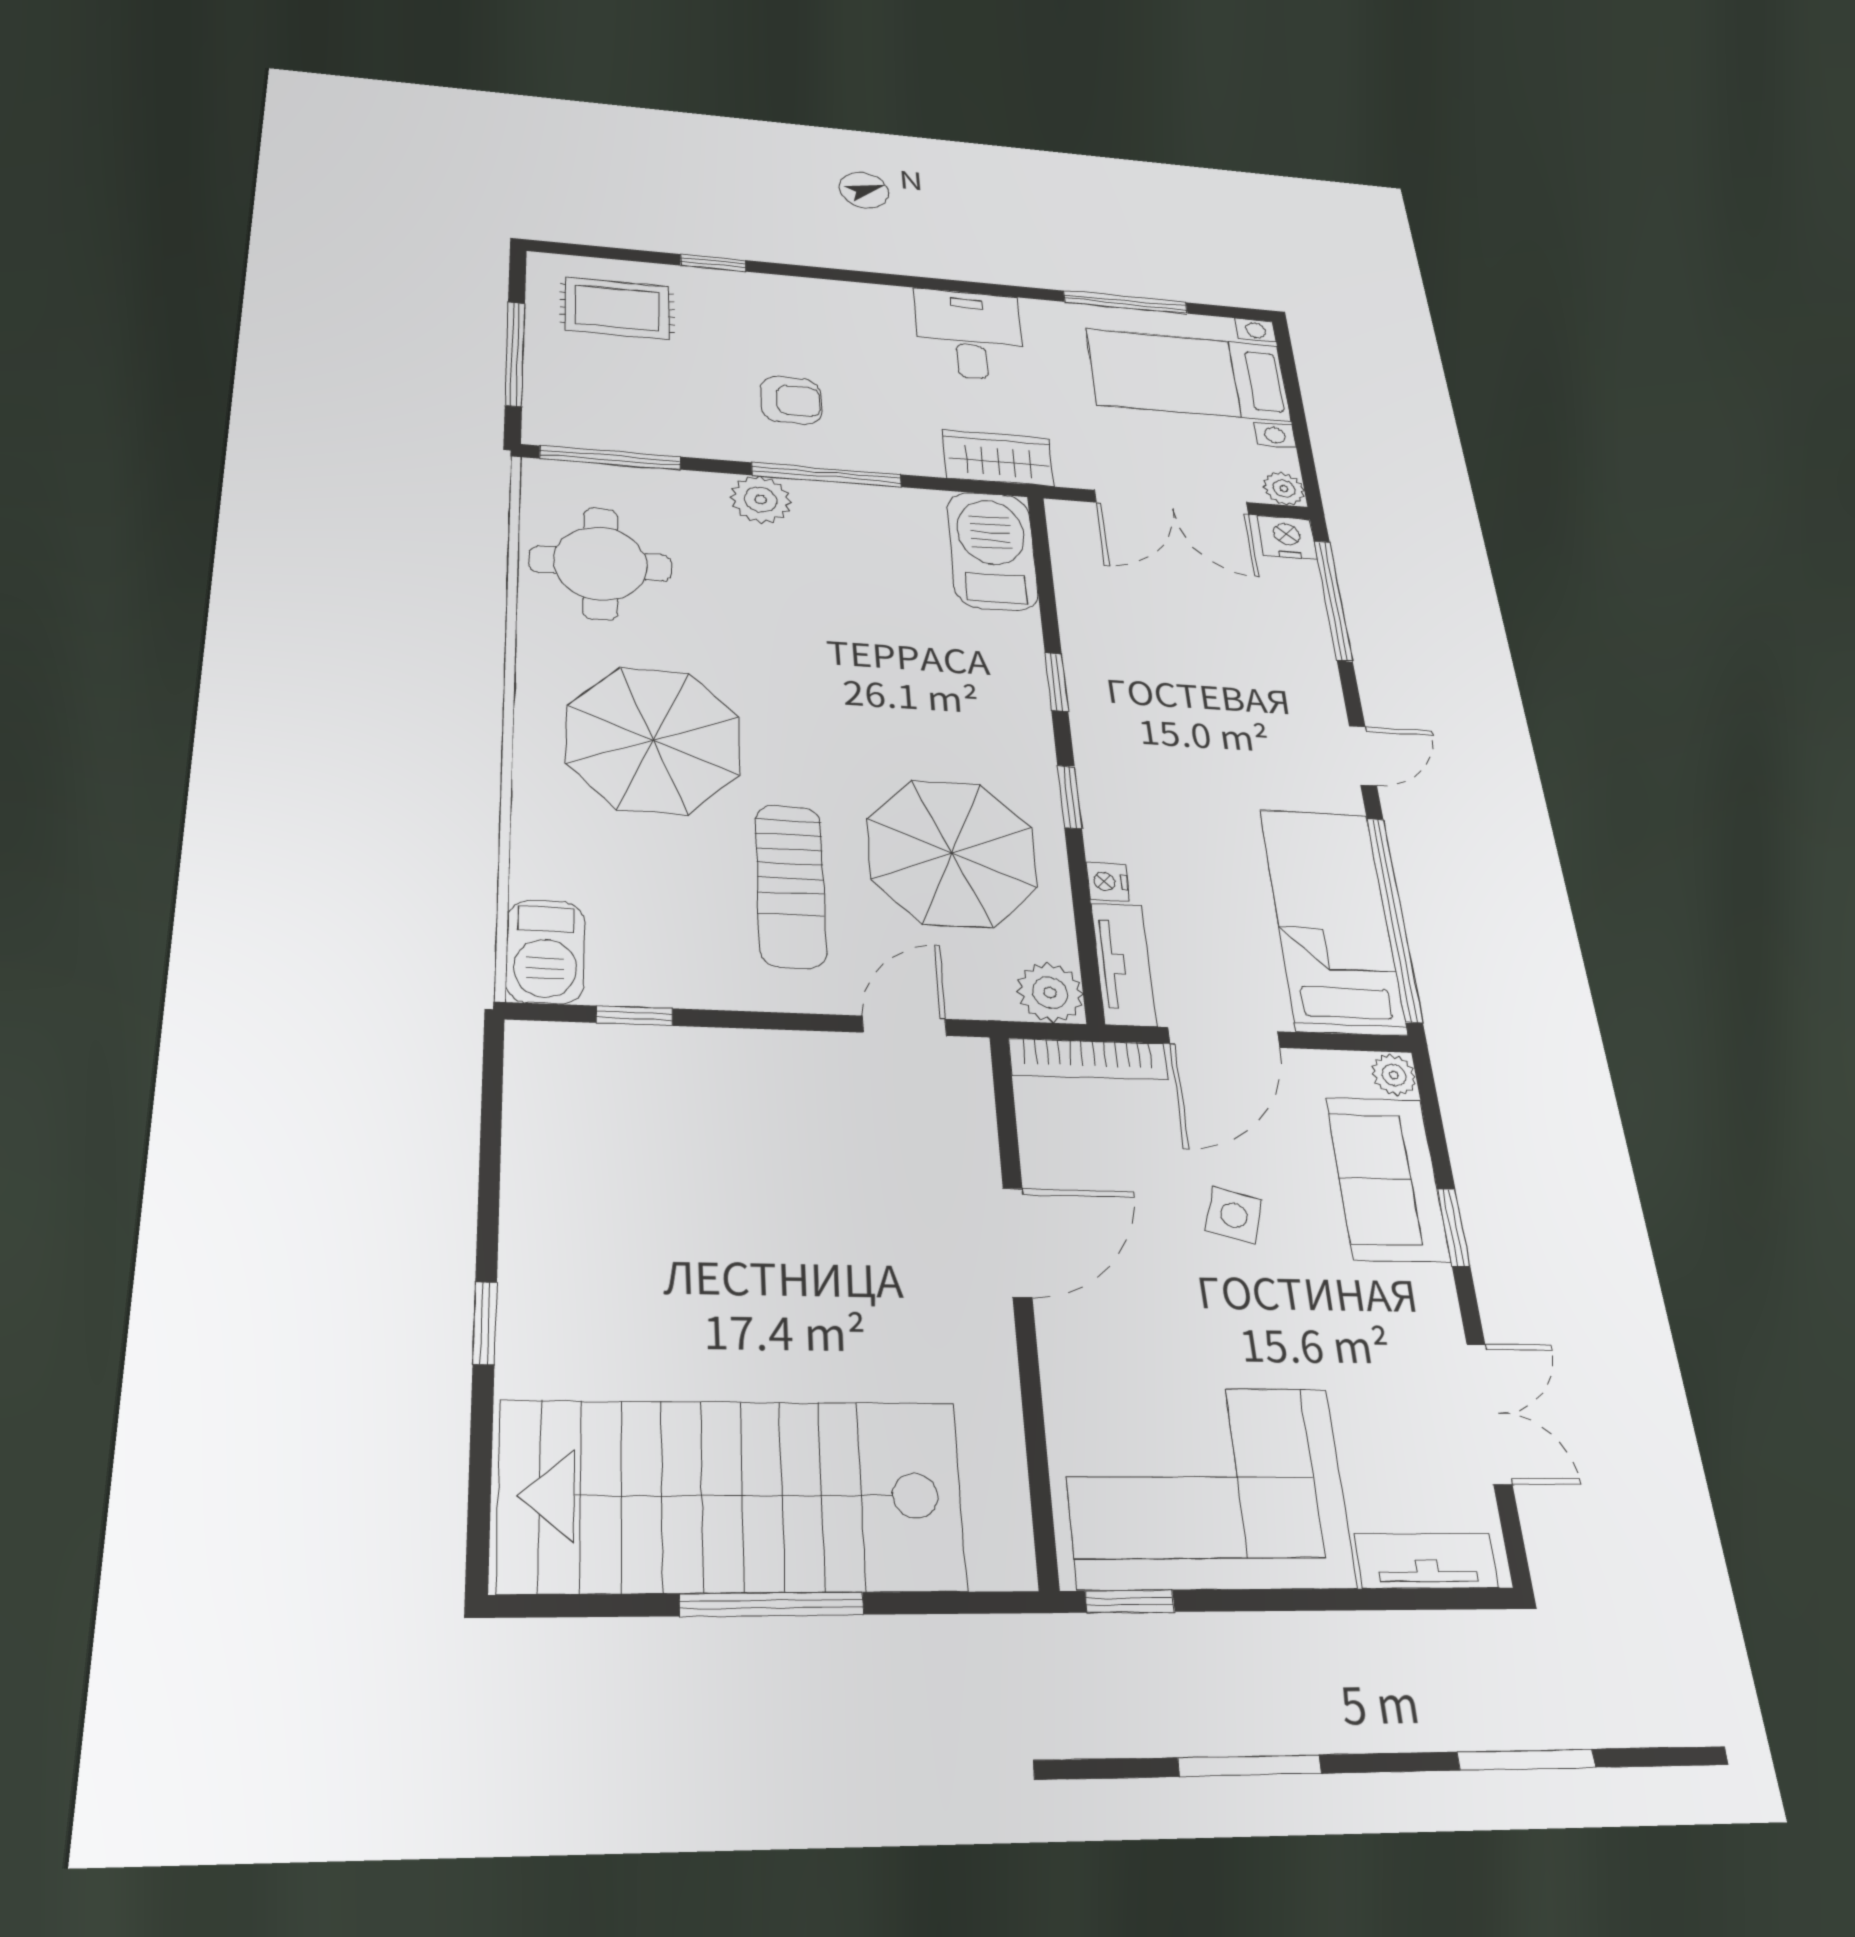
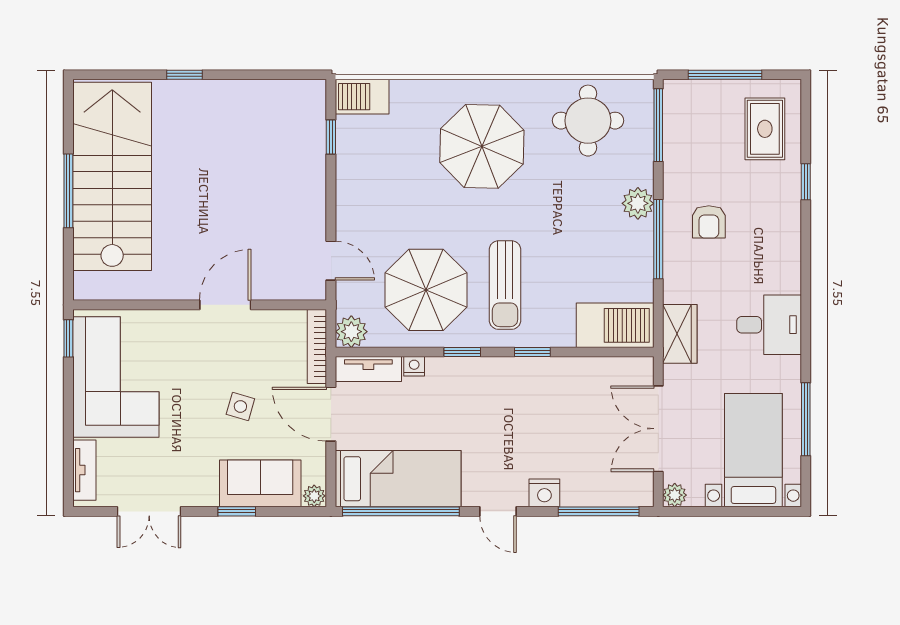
nightstand: (1287, 537) -> (544, 493), moved, turned 90
sun lounger: (791, 886) -> (505, 285), moved, turned -90
door: (1018, 1242) -> (225, 305), swing flipped

